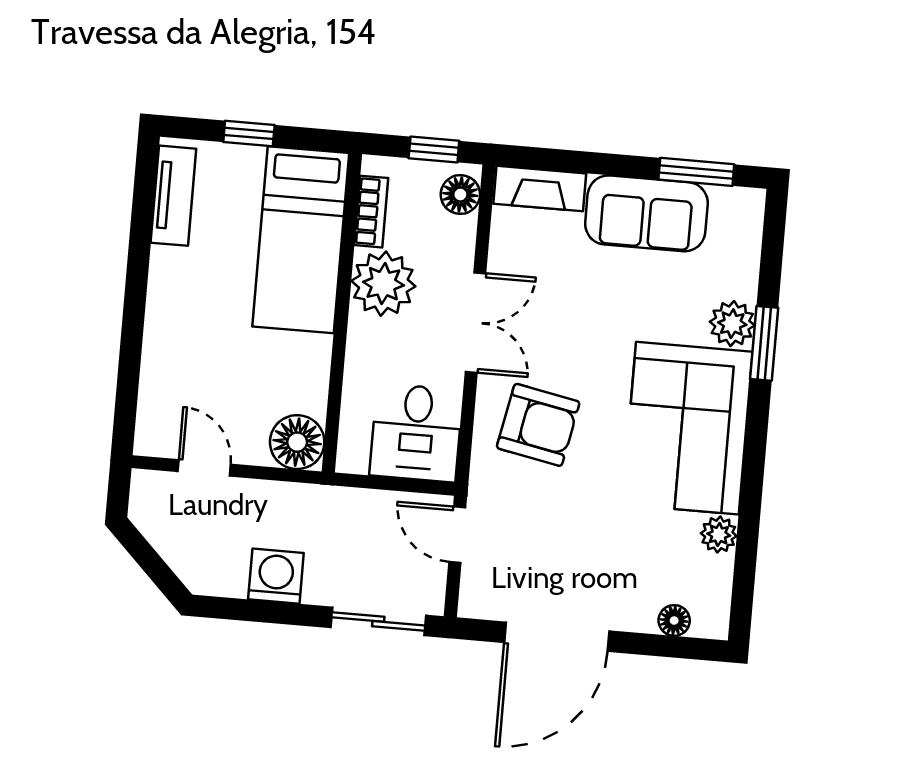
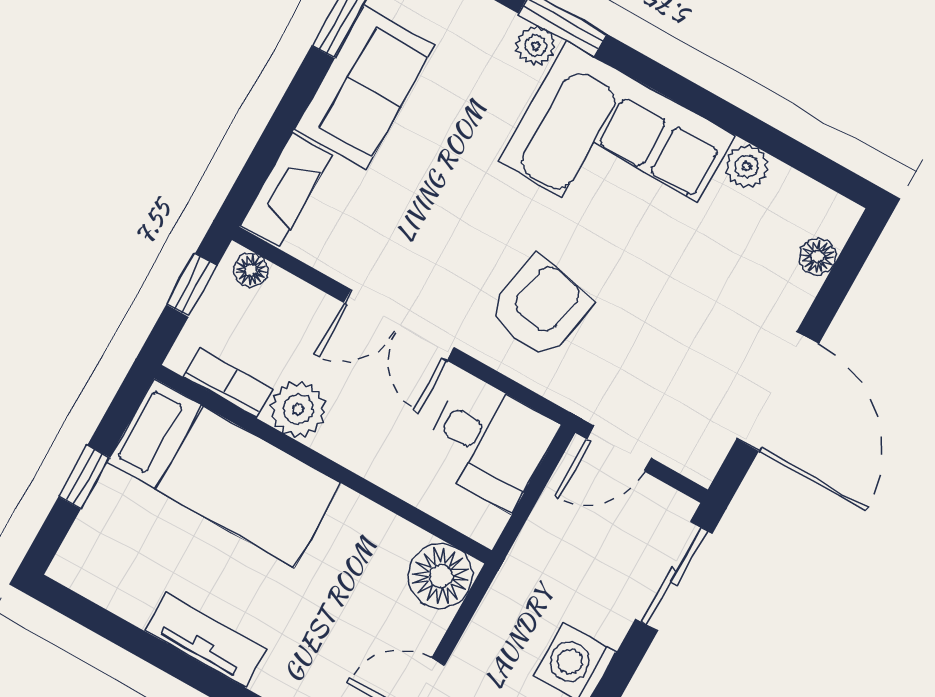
floor lamp: (460, 194) -> (251, 270), width x0.73, depth x0.73
tv unit: (173, 196) -> (206, 640), moved
plant: (383, 284) -> (298, 409), width x0.73, depth x0.73
double door: (475, 323) -> (399, 325), swing flipped
plant: (732, 324) -> (536, 46), width x0.73, depth x0.73

